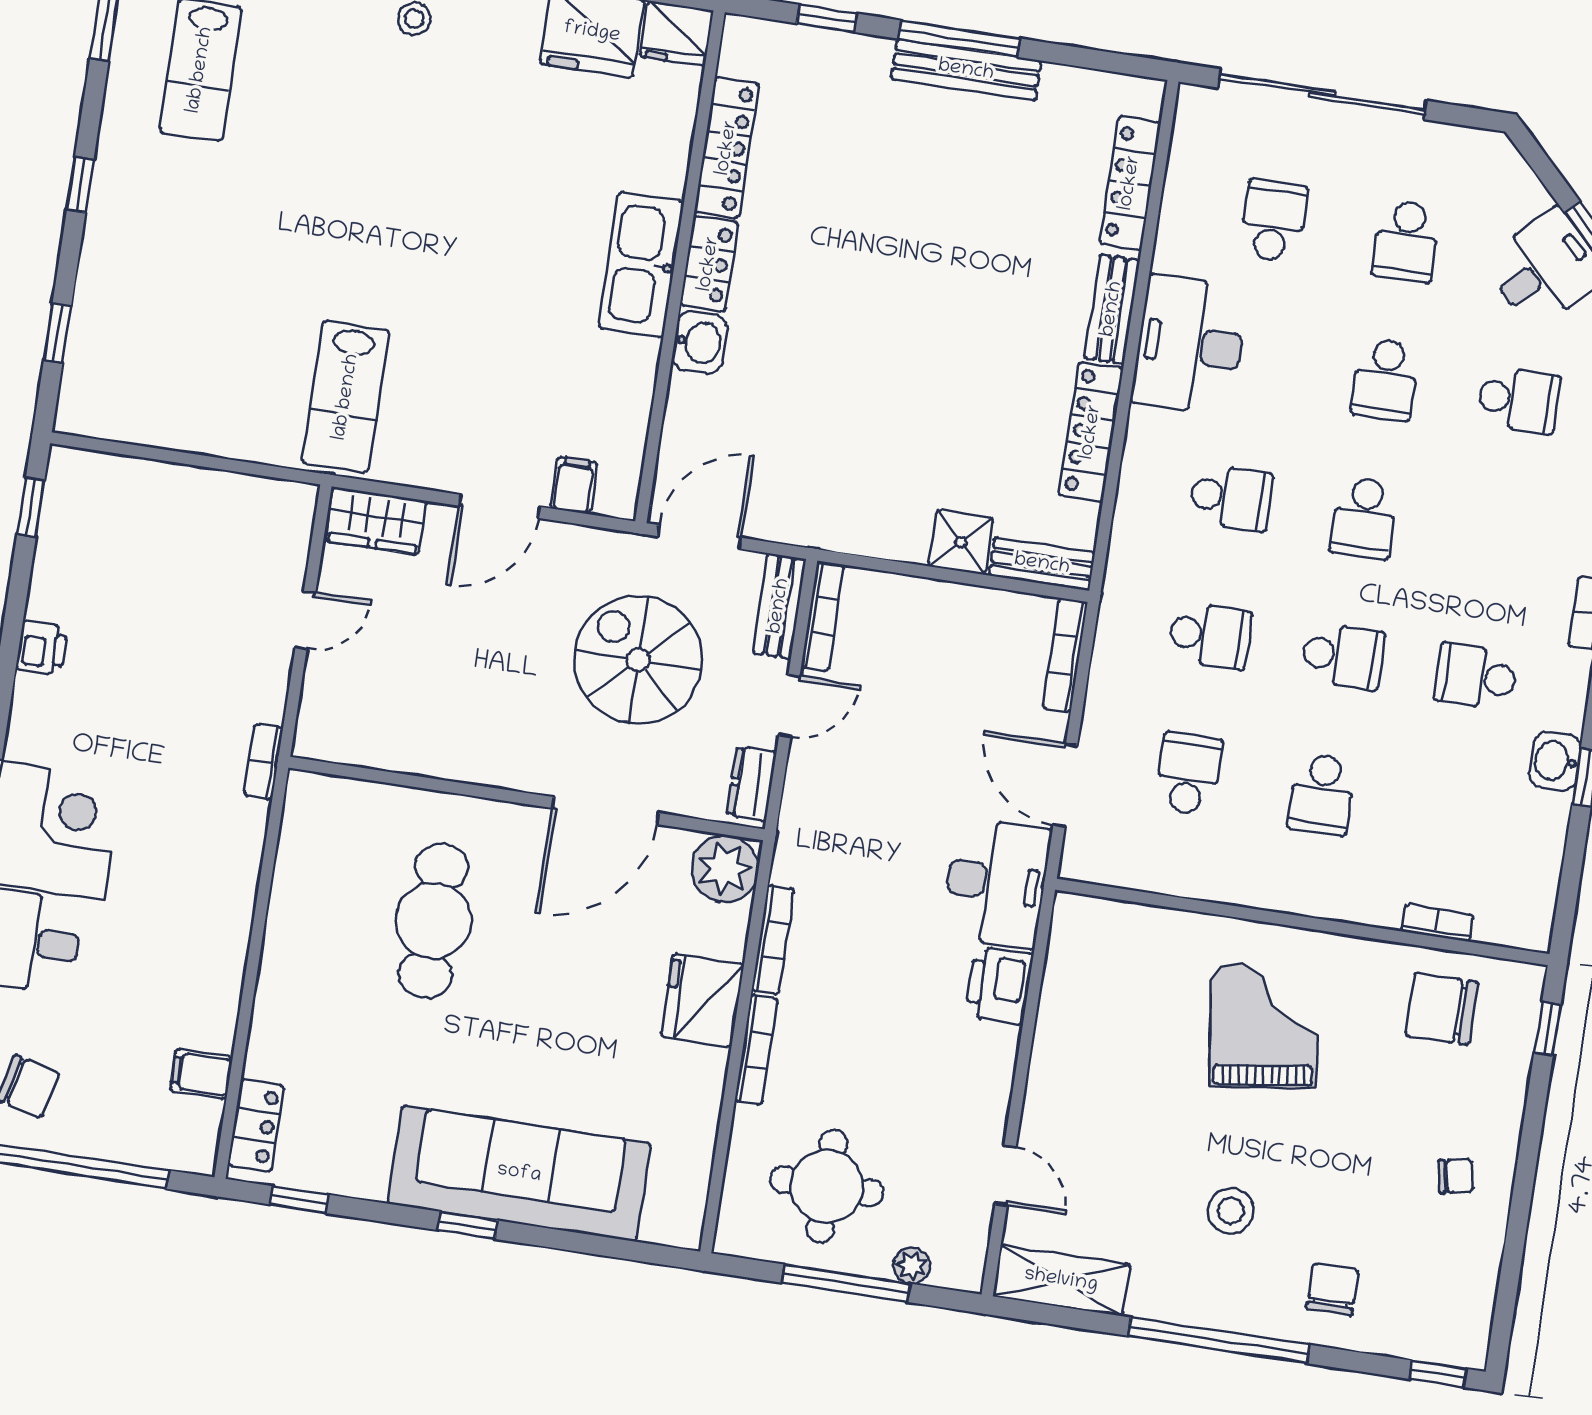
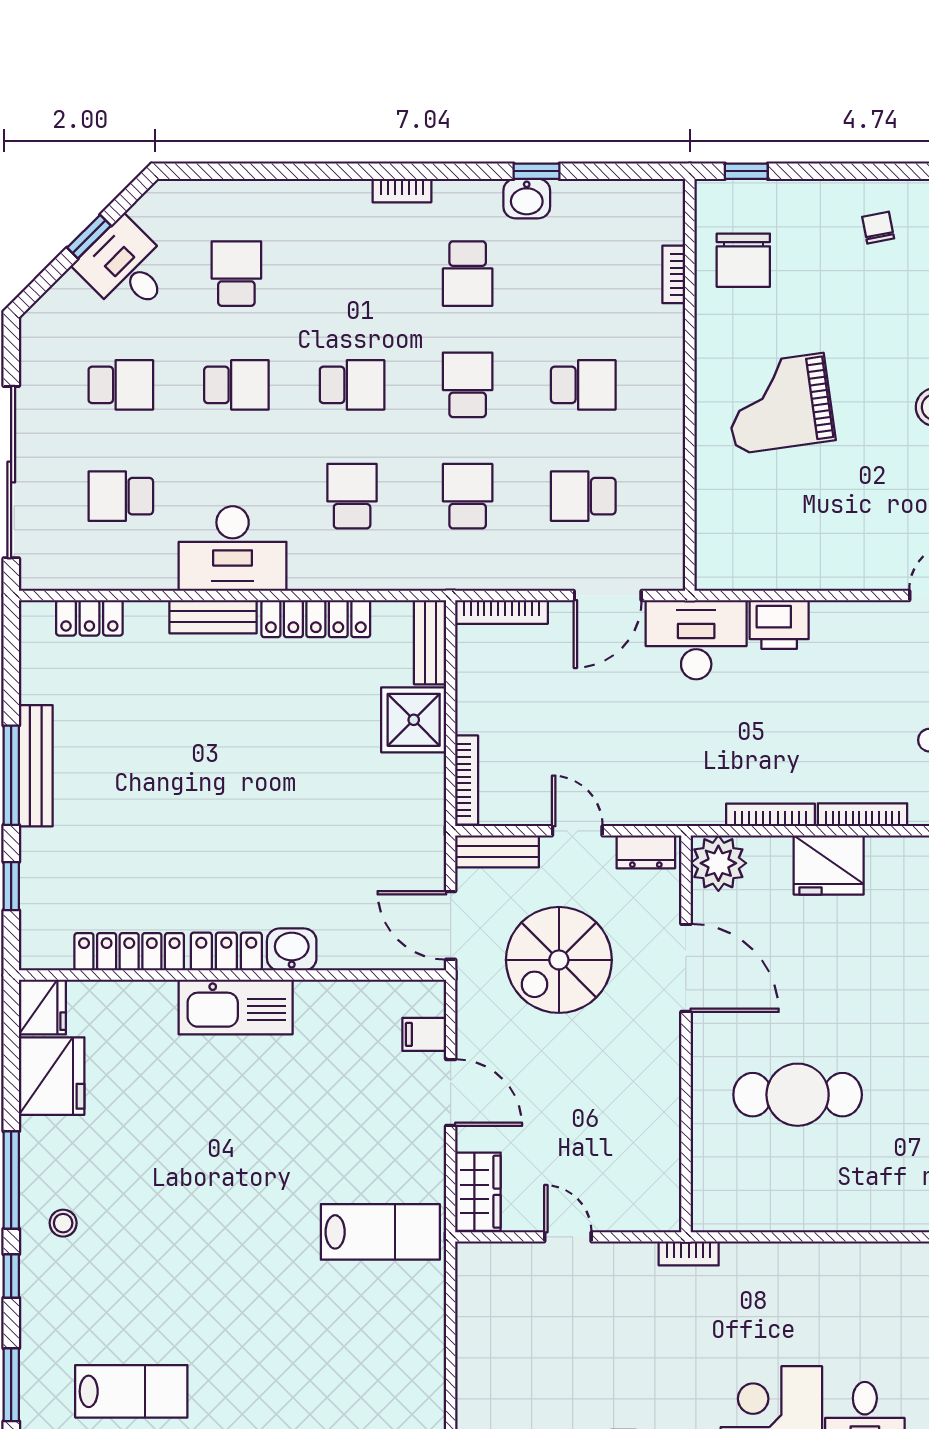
locker: (1130, 183) -> (89, 618), width x0.66
shower: (961, 542) -> (414, 720), width x1.36, depth x1.36
bookcase: (823, 616) -> (467, 780), moved, turned 90

